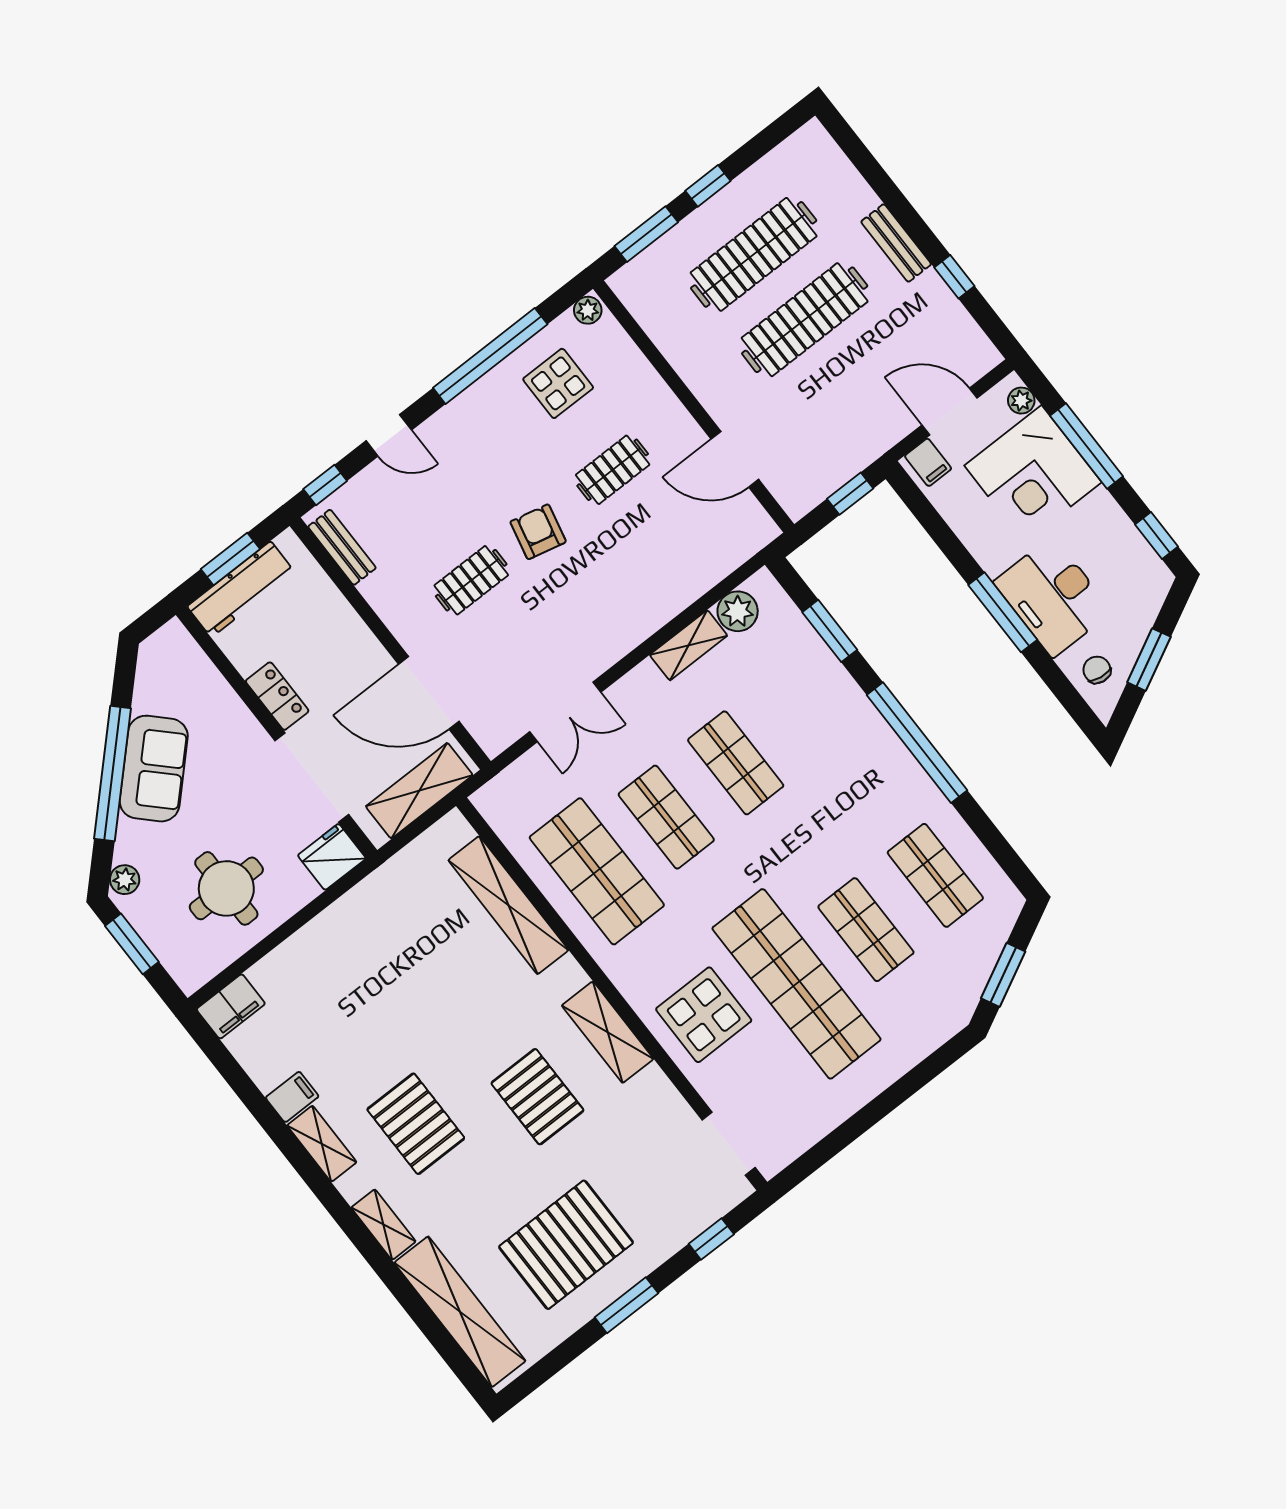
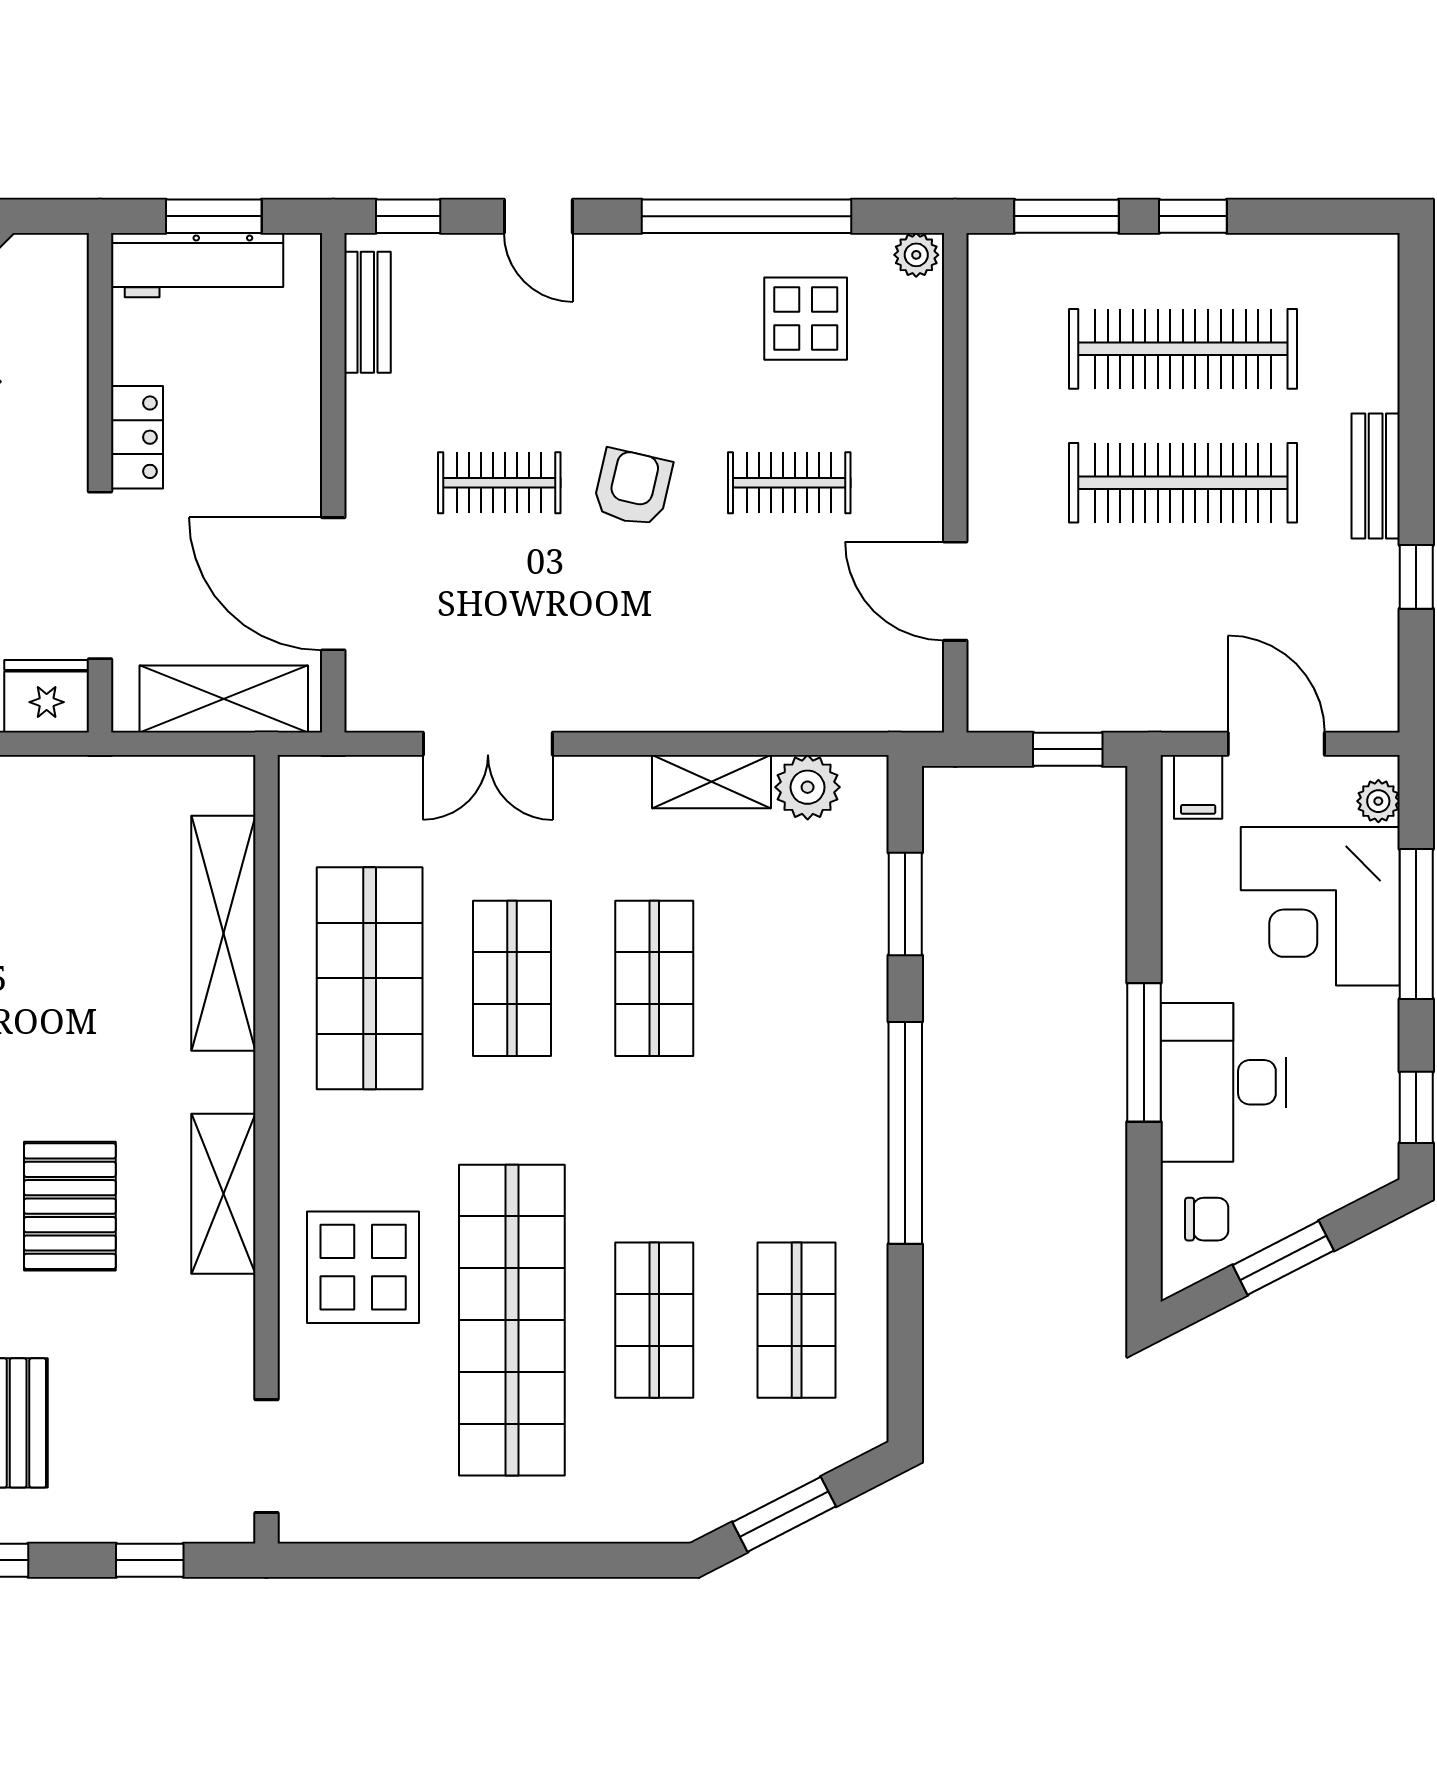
chair: (1097, 670) -> (1207, 1219), turned 82

